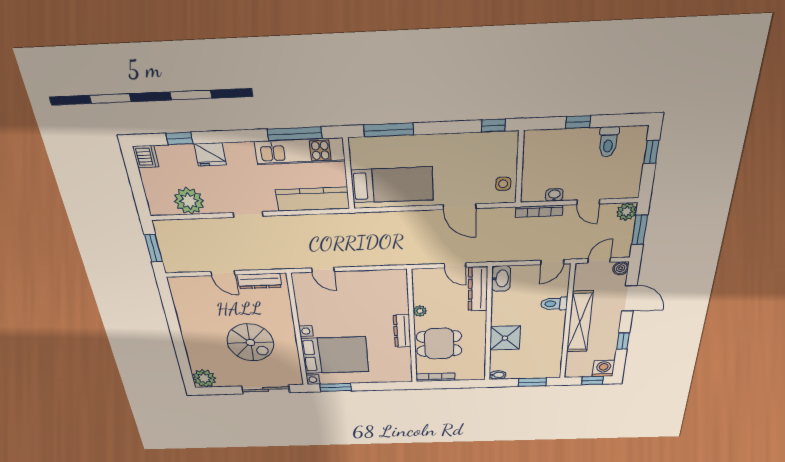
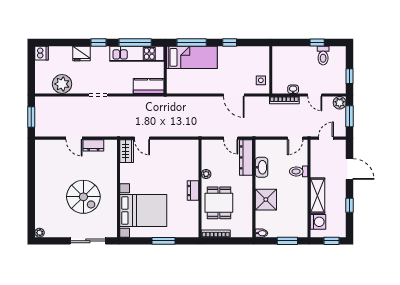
window: (578, 122) -> (317, 42), moved
window: (493, 126) -> (230, 42), moved
window: (179, 138) -> (98, 42), moved
window: (651, 152) -> (350, 76), moved
bed: (392, 185) -> (192, 57), moved
kitchen counter: (313, 199) -> (149, 86), width x0.67
boiler: (621, 268) -> (341, 145), removed
washbasin: (501, 279) -> (262, 167), moved
dresser: (259, 281) -> (93, 145), width x0.70
wardrobe: (302, 287) -> (127, 151), added
shelving: (580, 322) -> (318, 196), width x0.68
dresser: (402, 331) -> (193, 191), width x0.70
dining table: (439, 344) -> (219, 203), turned 90
washing machine: (603, 368) -> (318, 222), moved, turned 90
plant: (204, 378) -> (40, 233), width x0.53, depth x0.53
window: (336, 387) -> (164, 241), moved

